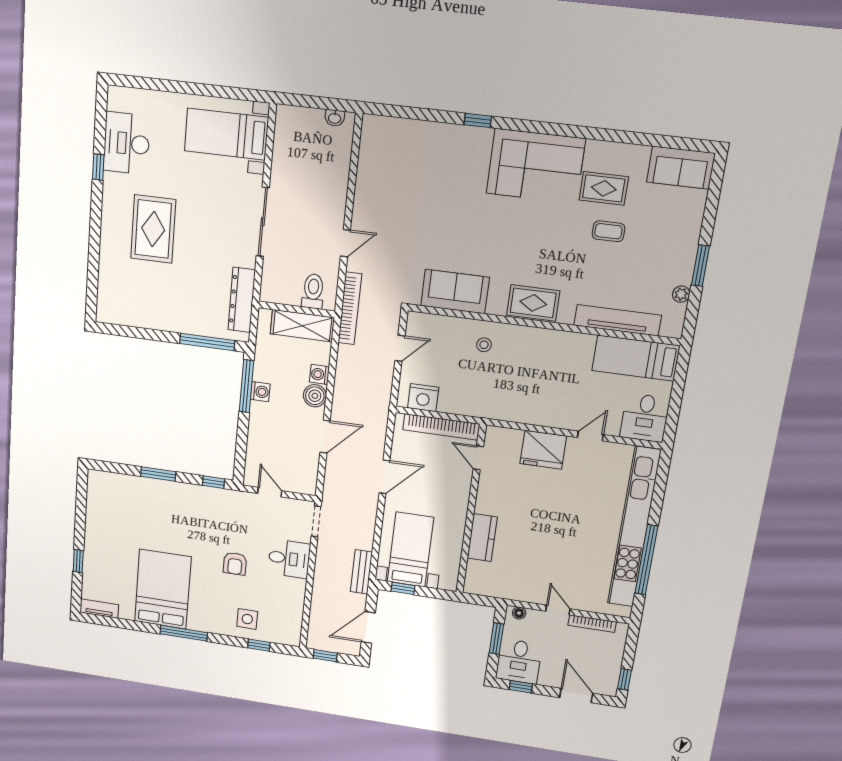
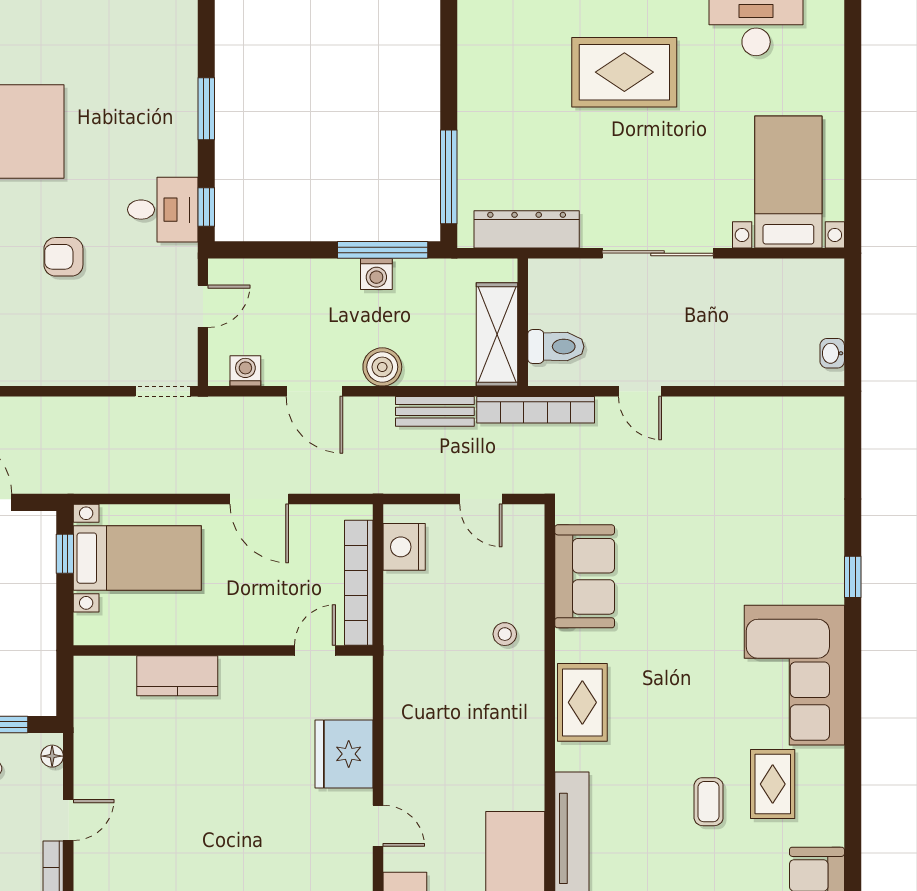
washing machine: (319, 374) -> (245, 371), moved
desk: (289, 559) -> (163, 210), moved, turned -90
bench: (361, 572) -> (435, 411), moved

